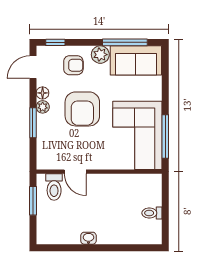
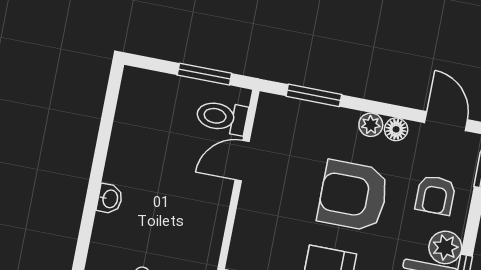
window: (33, 123) -> (314, 95), moved
washbasin: (88, 238) -> (110, 199), moved

